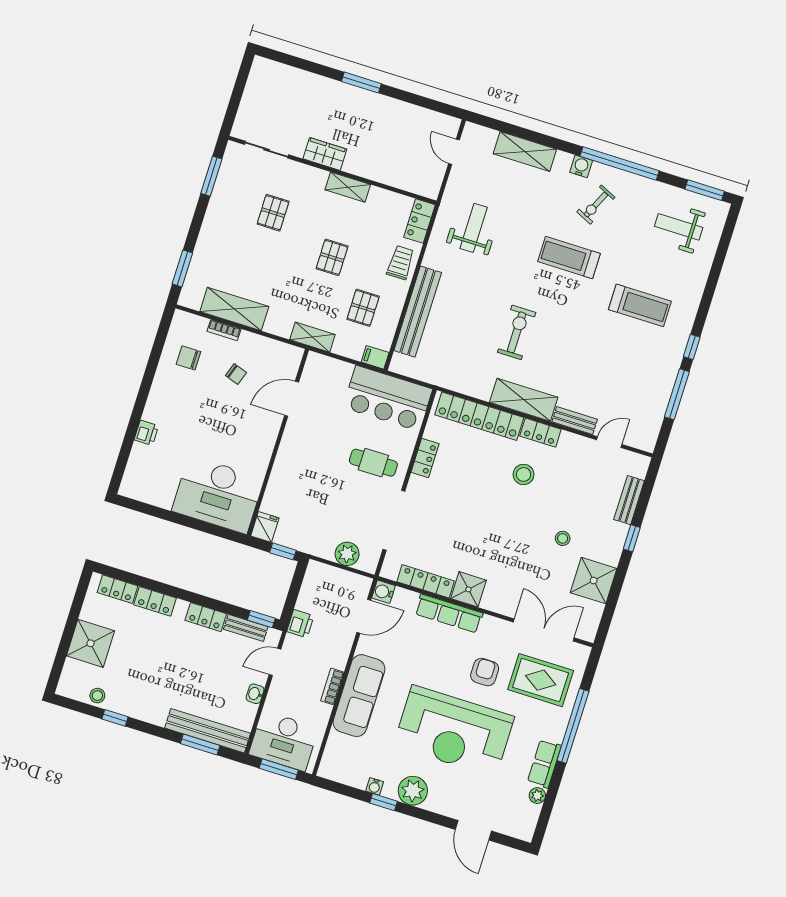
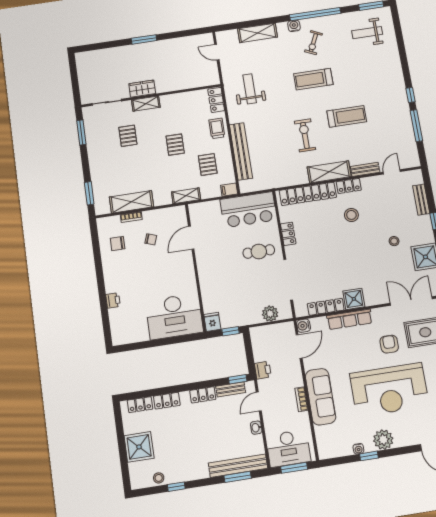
shelving: (348, 187) -> (146, 104), moved
treadmill: (640, 305) -> (347, 116), moved

